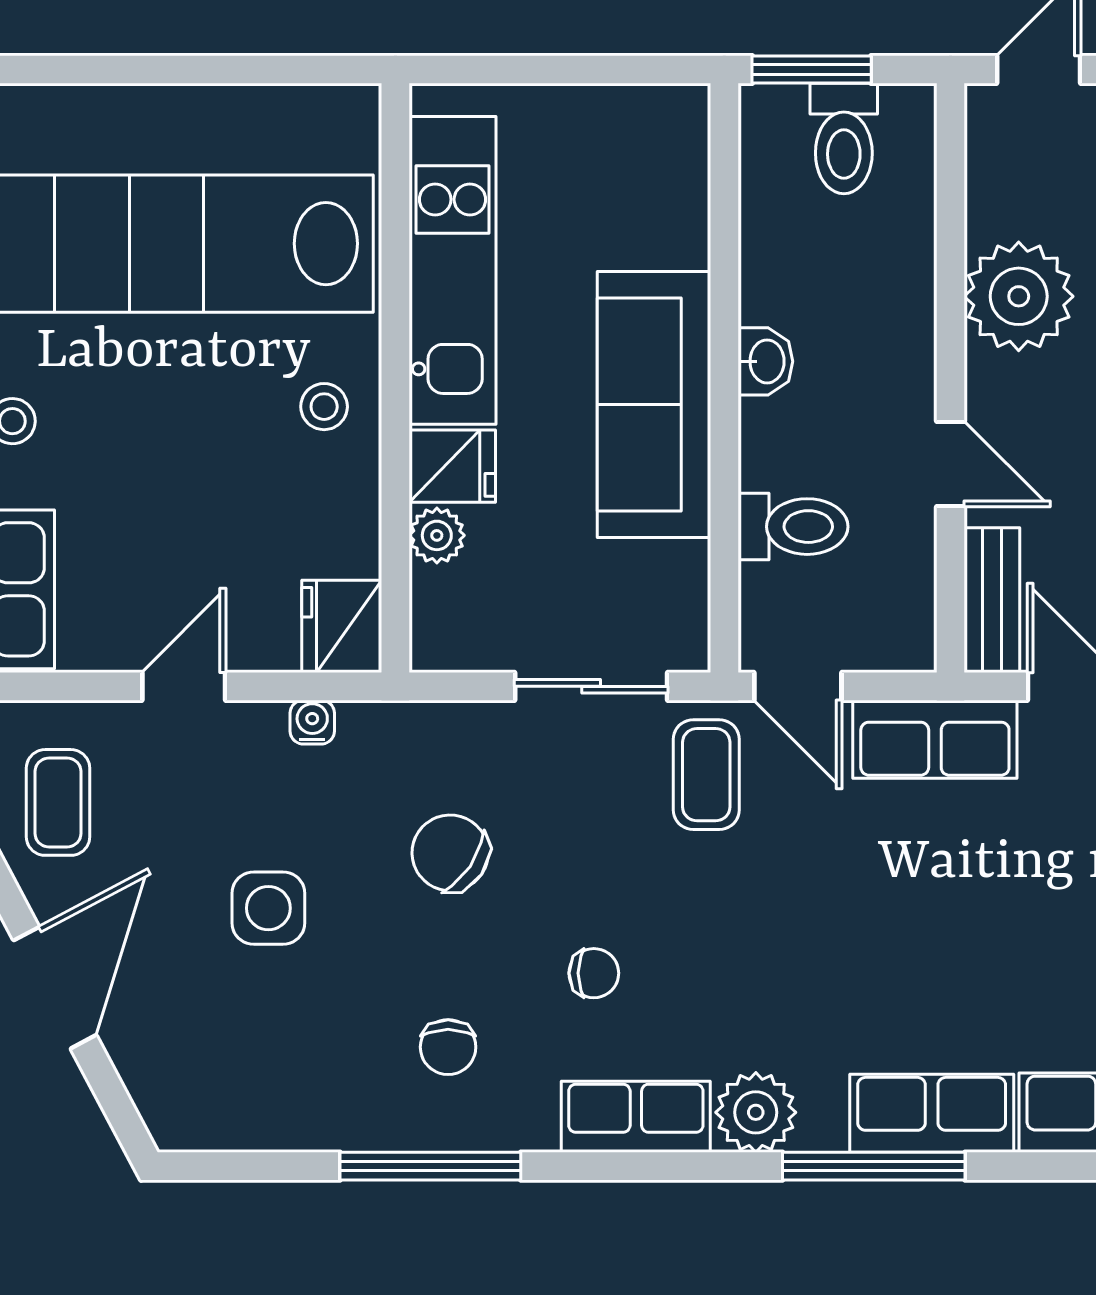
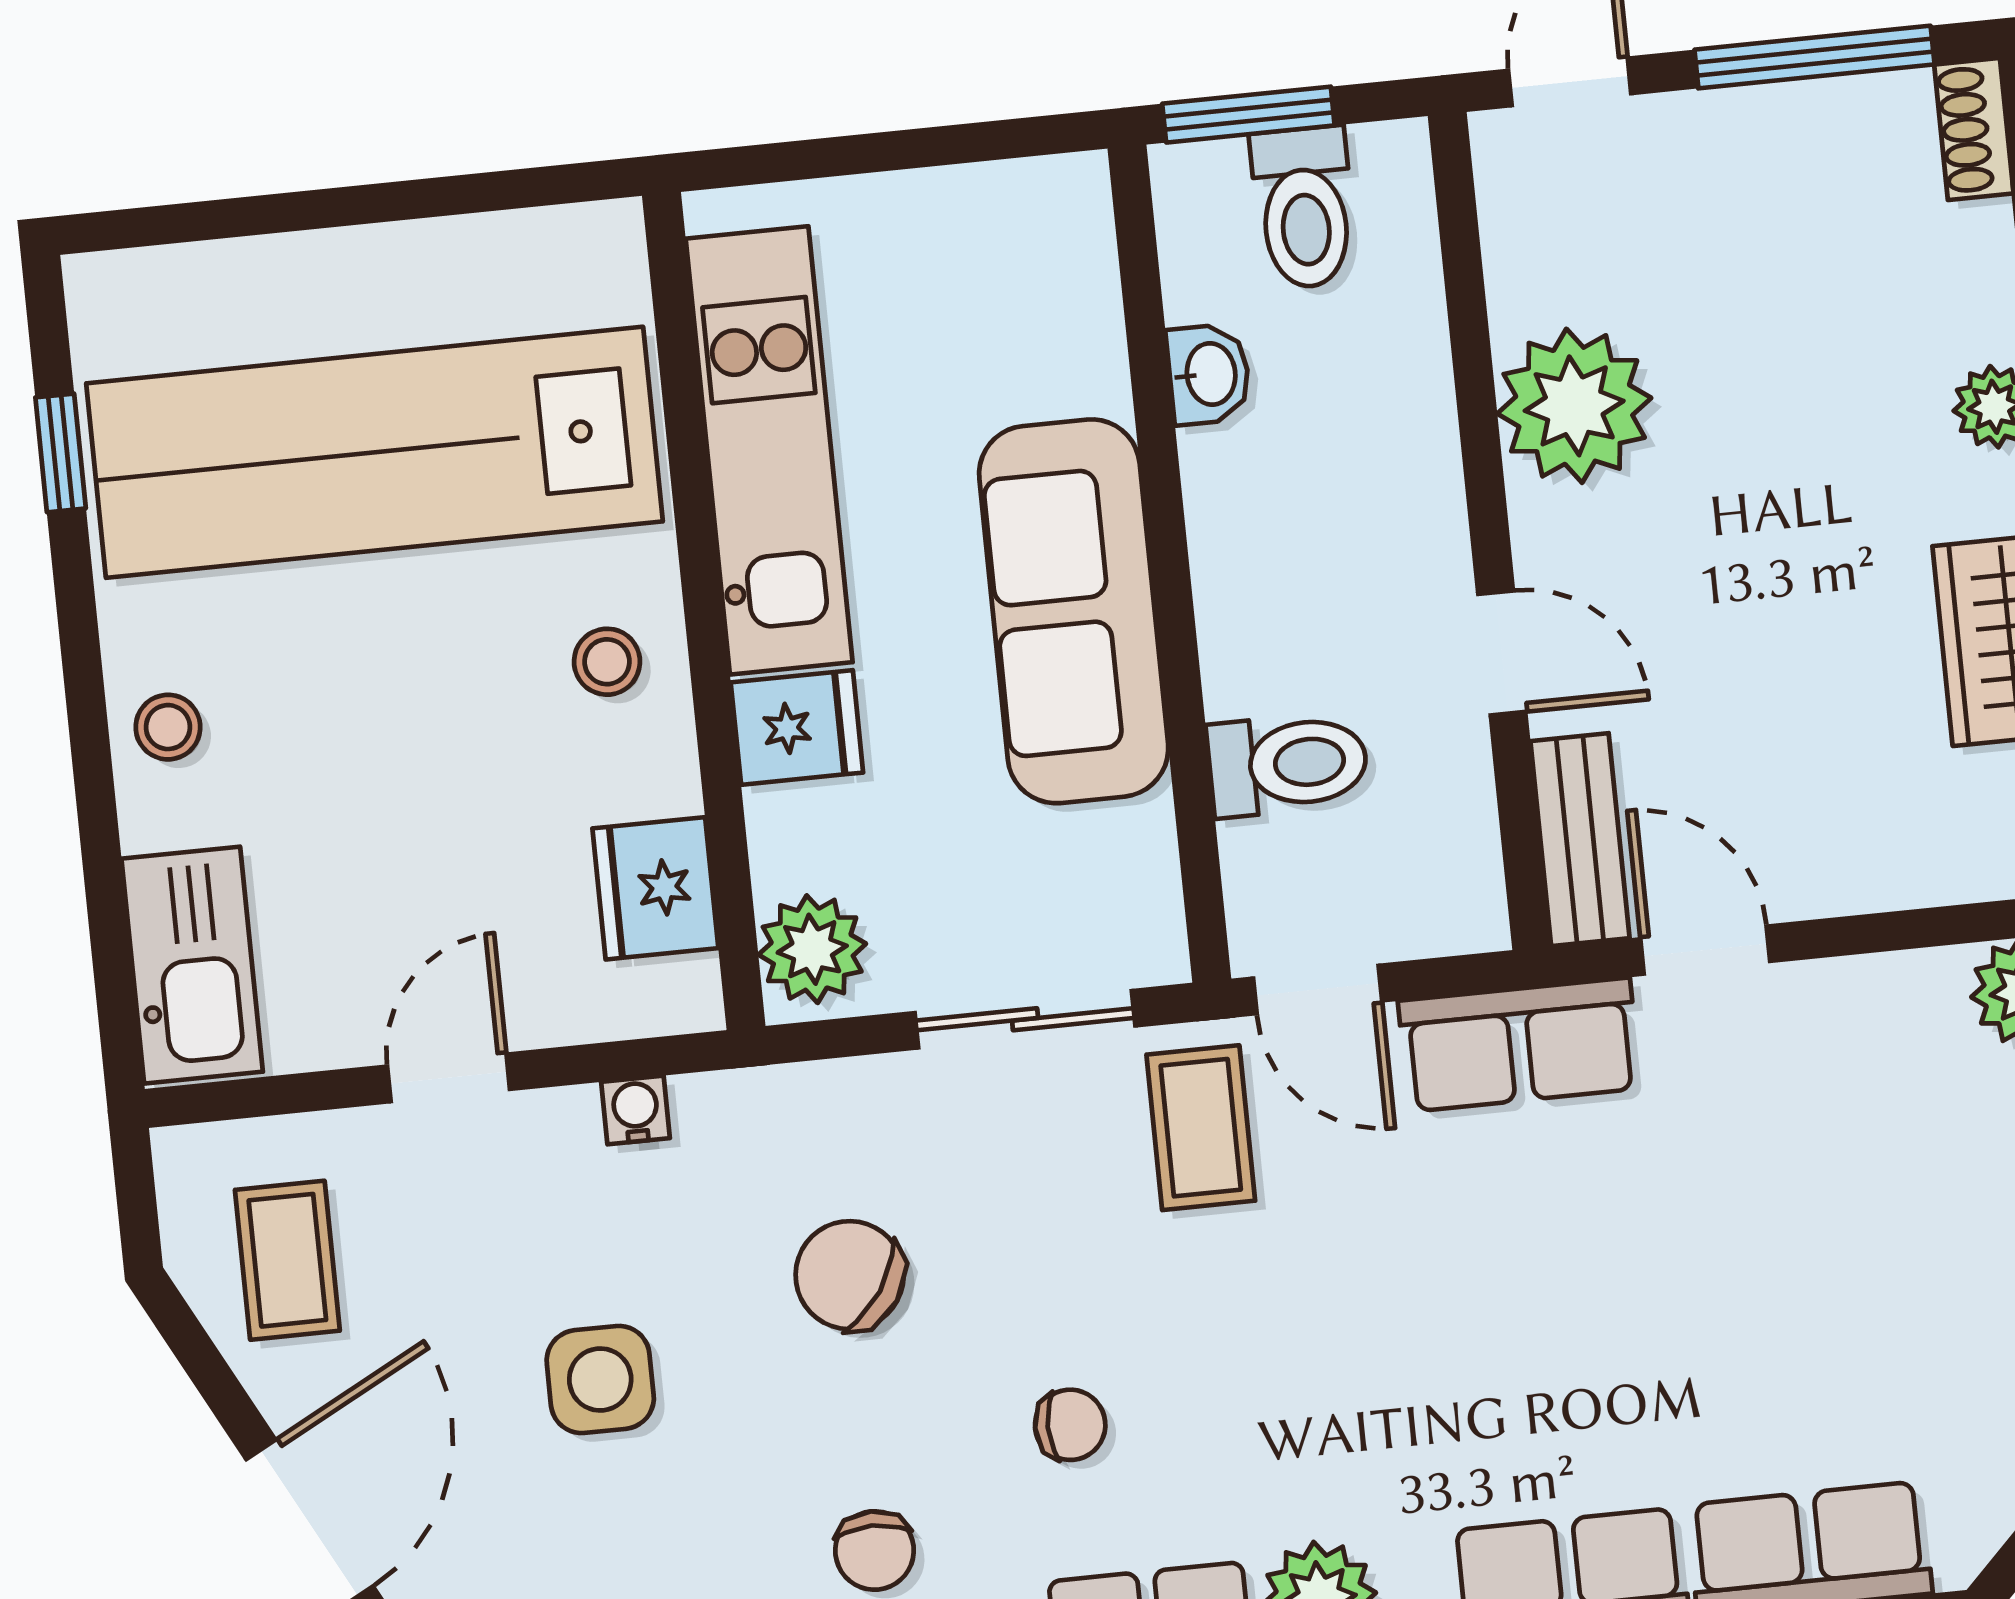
washbasin: (765, 361) -> (1209, 374), moved
plant: (437, 535) -> (812, 949), moved, width x1.38, depth x1.38
fridge: (342, 626) -> (655, 888), moved

